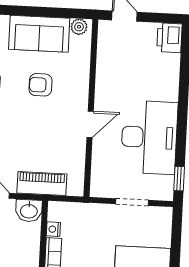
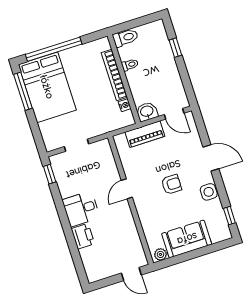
printer: (169, 38) -> (83, 236), moved
armchair: (40, 85) -> (171, 184), moved
desk: (149, 137) -> (81, 209), width x0.53, depth x0.77

